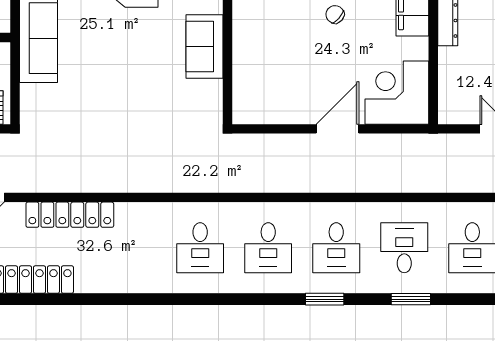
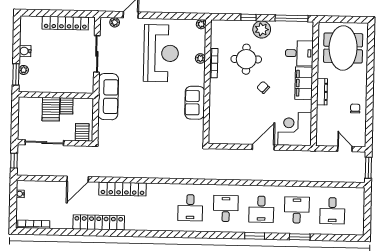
desk: (268, 248) -> (226, 208), turned 180

